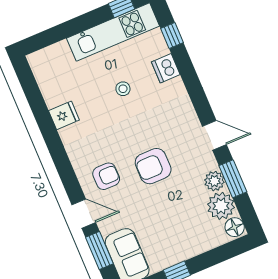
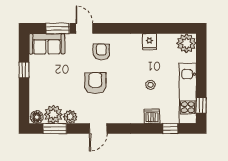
plant: (44, 63) -> (186, 43), added
armchair: (106, 176) -> (101, 52), turned 180
window: (233, 179) -> (55, 129), moved
door: (84, 214) -> (84, 28), swing flipped

